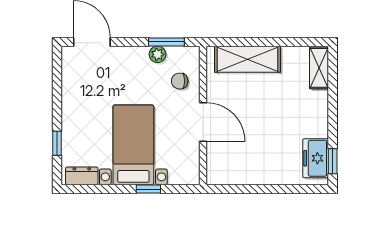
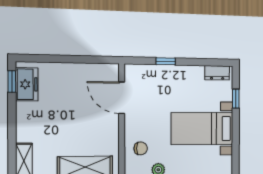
door: (203, 122) -> (122, 98), moved
bed with nightstands: (133, 145) -> (202, 129), moved, turned 90

